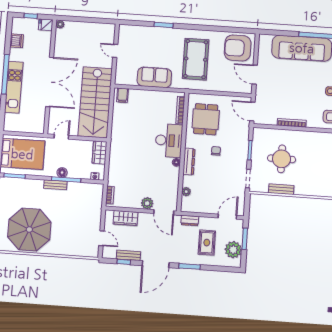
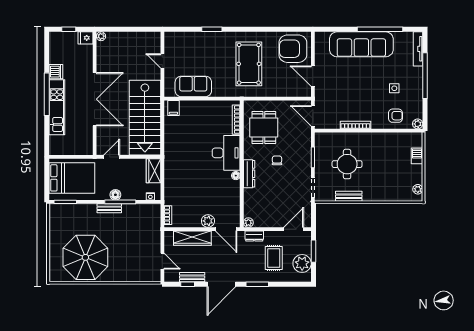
dishwasher: (17, 41) -> (56, 72), moved
sofa: (154, 77) -> (193, 86), moved
plant: (186, 192) -> (248, 223), moved
wardrobe: (125, 218) -> (192, 238), width x1.50

